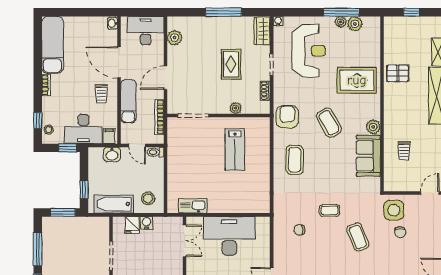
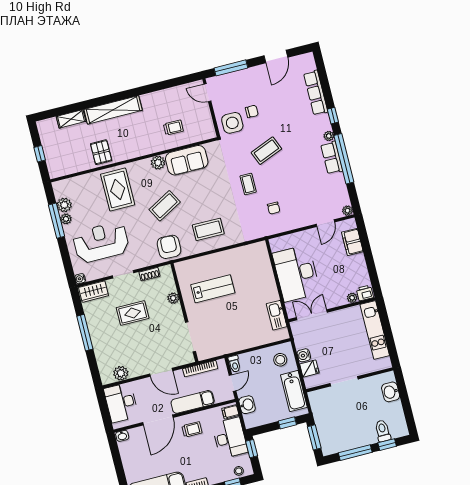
armchair: (287, 117) -> (169, 247), turned 92

